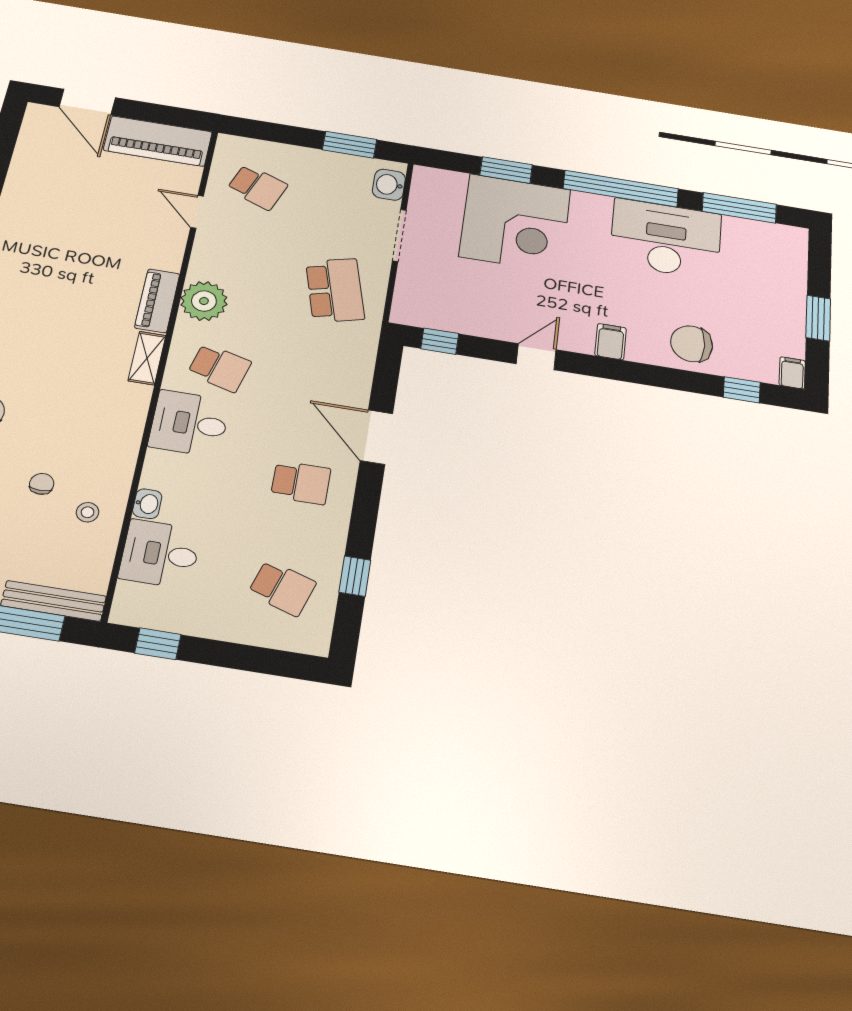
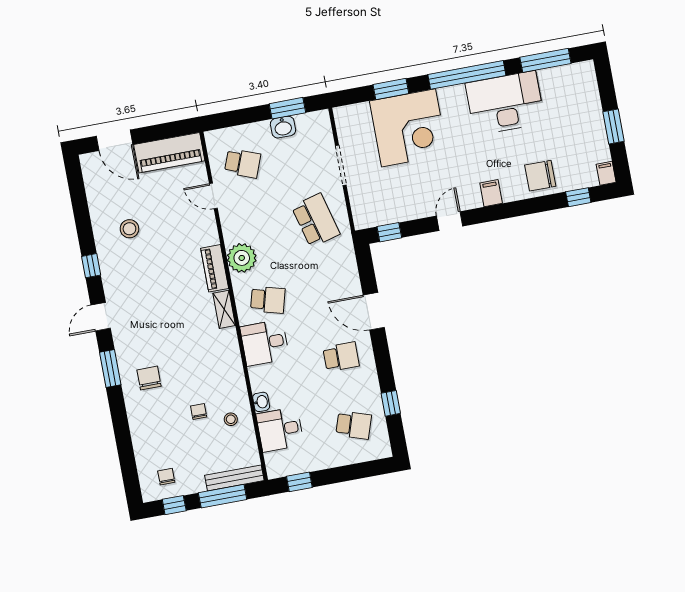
washbasin: (389, 185) -> (283, 127), moved, turned -90
stool: (55, 211) -> (129, 229), added

